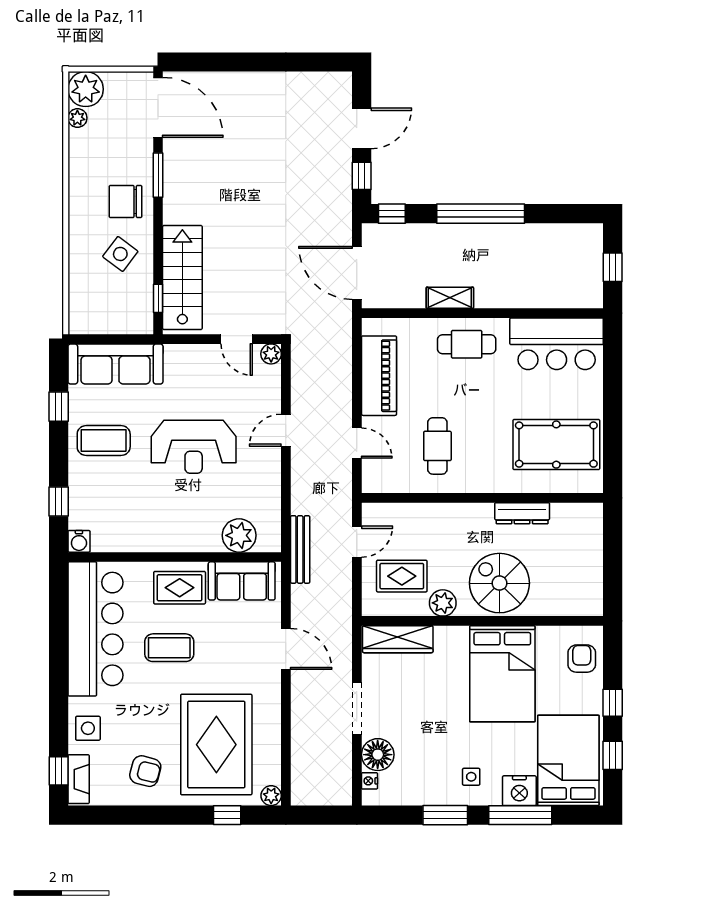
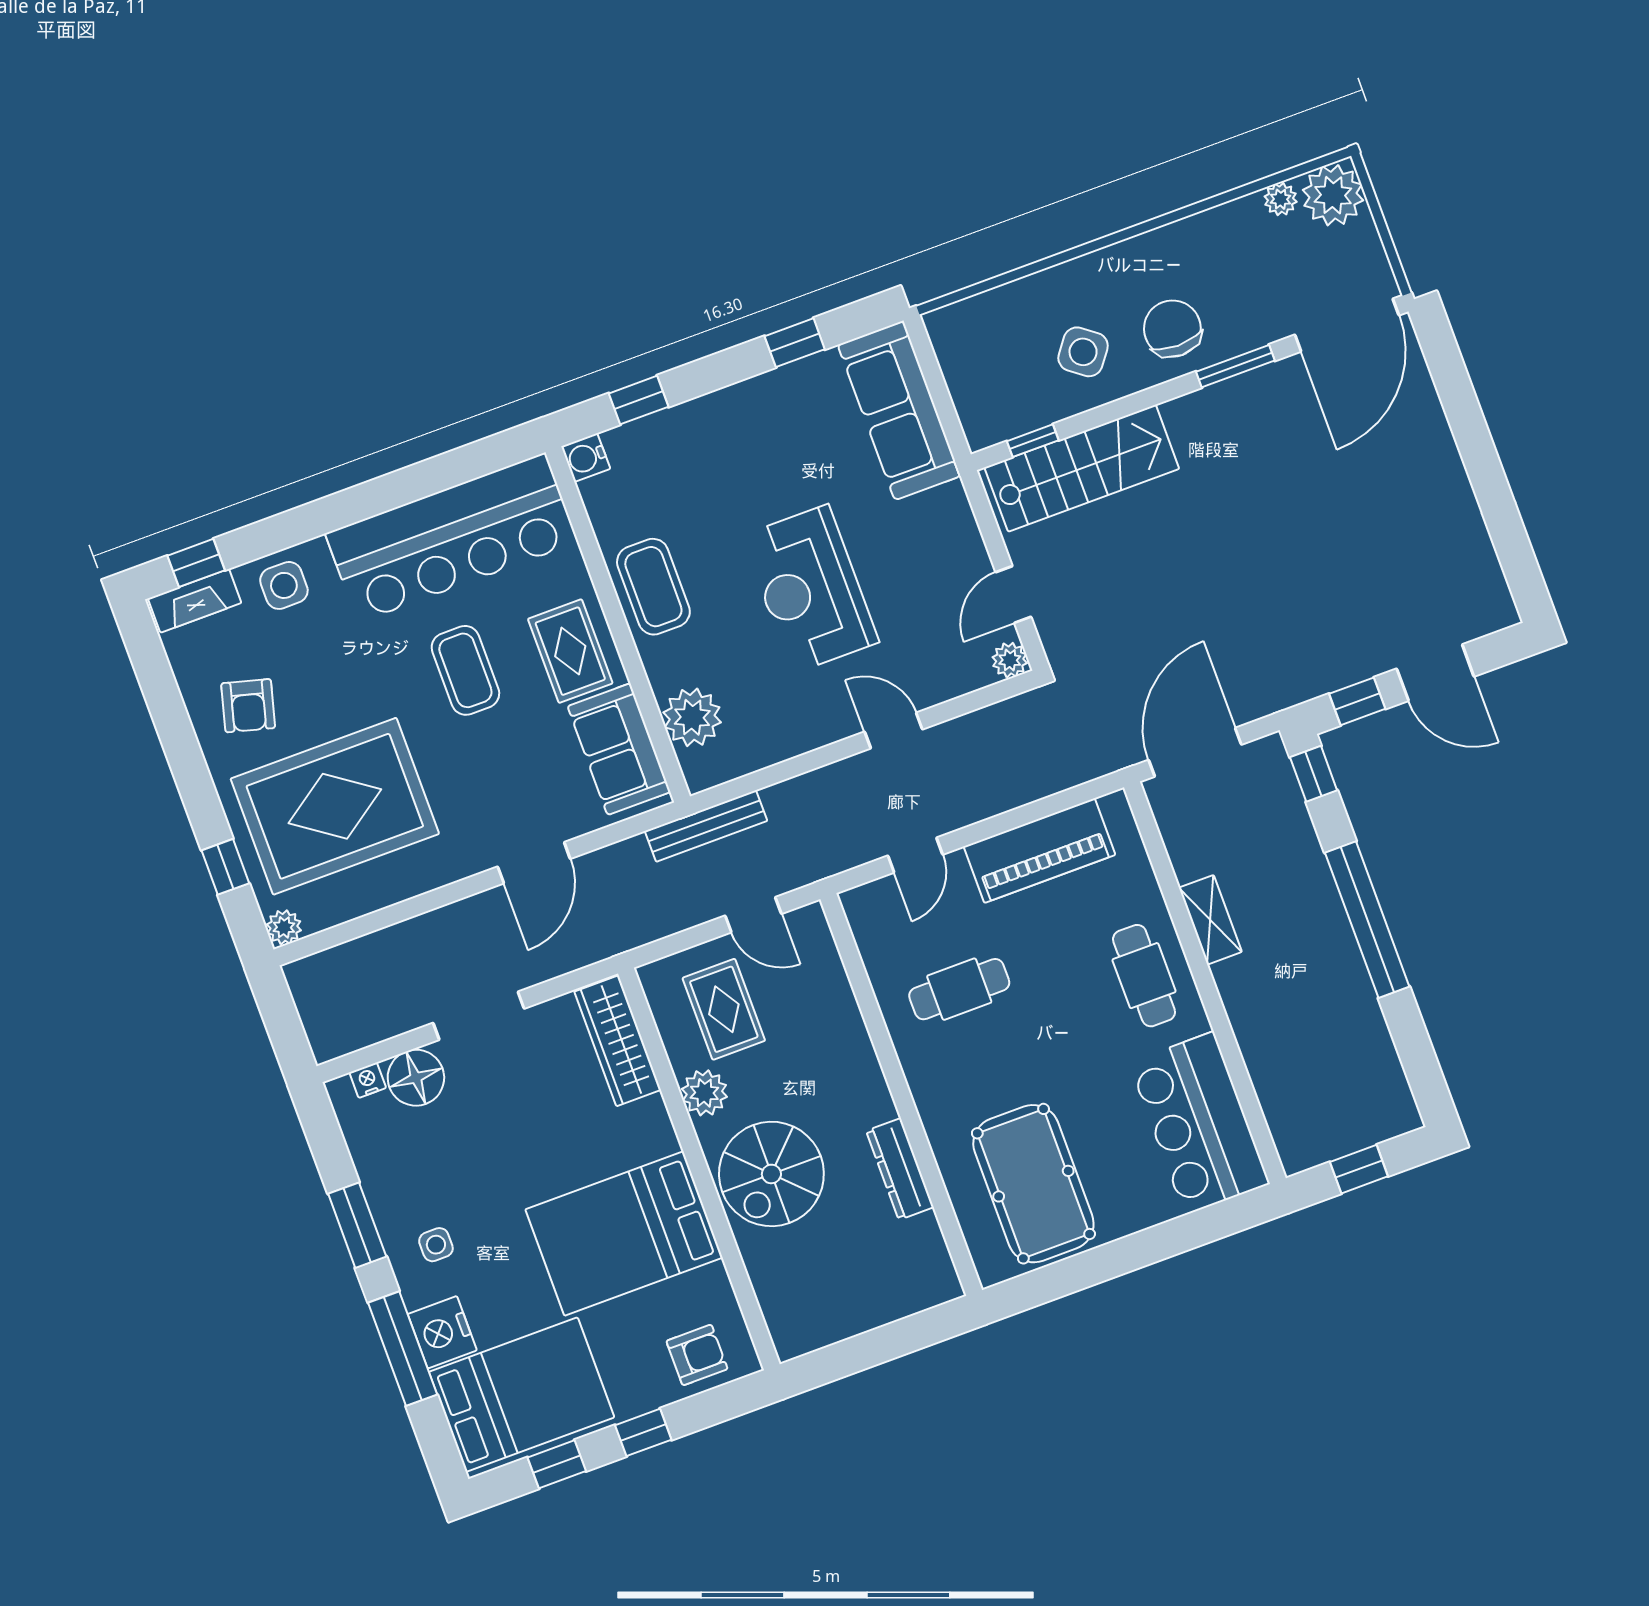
coffee table: (104, 440) -> (653, 587), moved
spiral stairs: (499, 583) -> (771, 1174), turned 180

